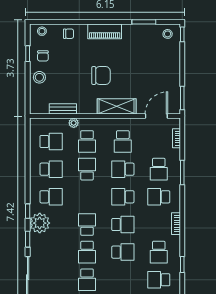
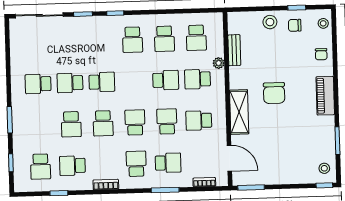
school desk: (159, 169) -> (168, 163), turned 180
plant: (40, 223) -> (102, 27), removed
school desk: (159, 280) -> (41, 167), turned 180

